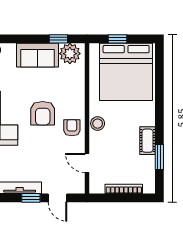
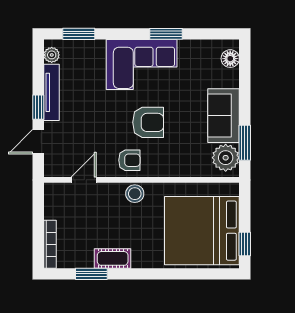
window: (58, 39) -> (245, 143), width x1.50
window: (118, 39) -> (245, 244), moved
armchair: (43, 113) -> (148, 122), turned 180
bookcase: (124, 189) -> (50, 244), moved

